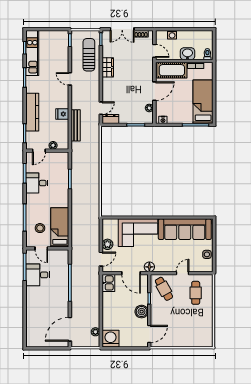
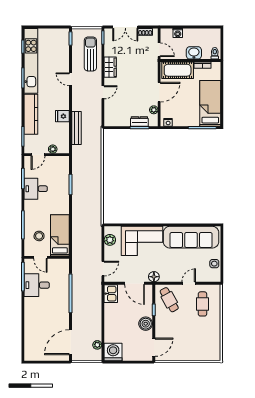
kitchen unit: (32, 53) -> (31, 61), width x1.36
door: (101, 108) -> (103, 92), moved
dresser: (110, 119) -> (139, 121), moved
plant: (107, 244) -> (110, 240), moved

